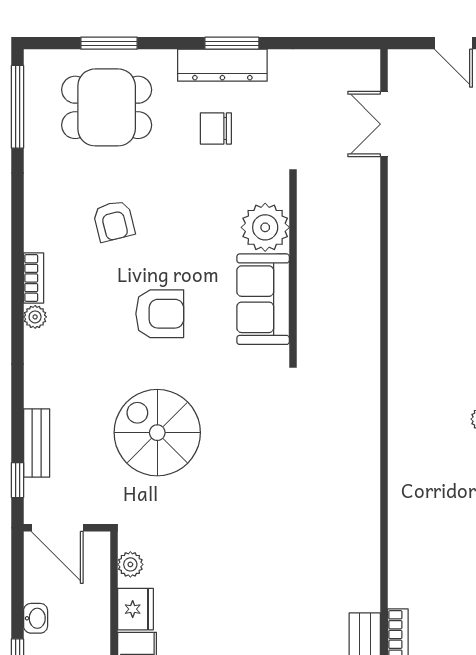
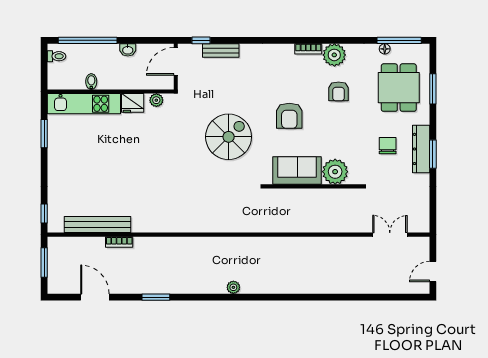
floor lamp: (34, 134) -> (385, 49), added
armchair: (114, 221) -> (339, 91), turned -76
plant: (35, 317) -> (334, 55), moved, width x1.87, depth x1.87
spiral stairs: (157, 433) -> (229, 137), moved

